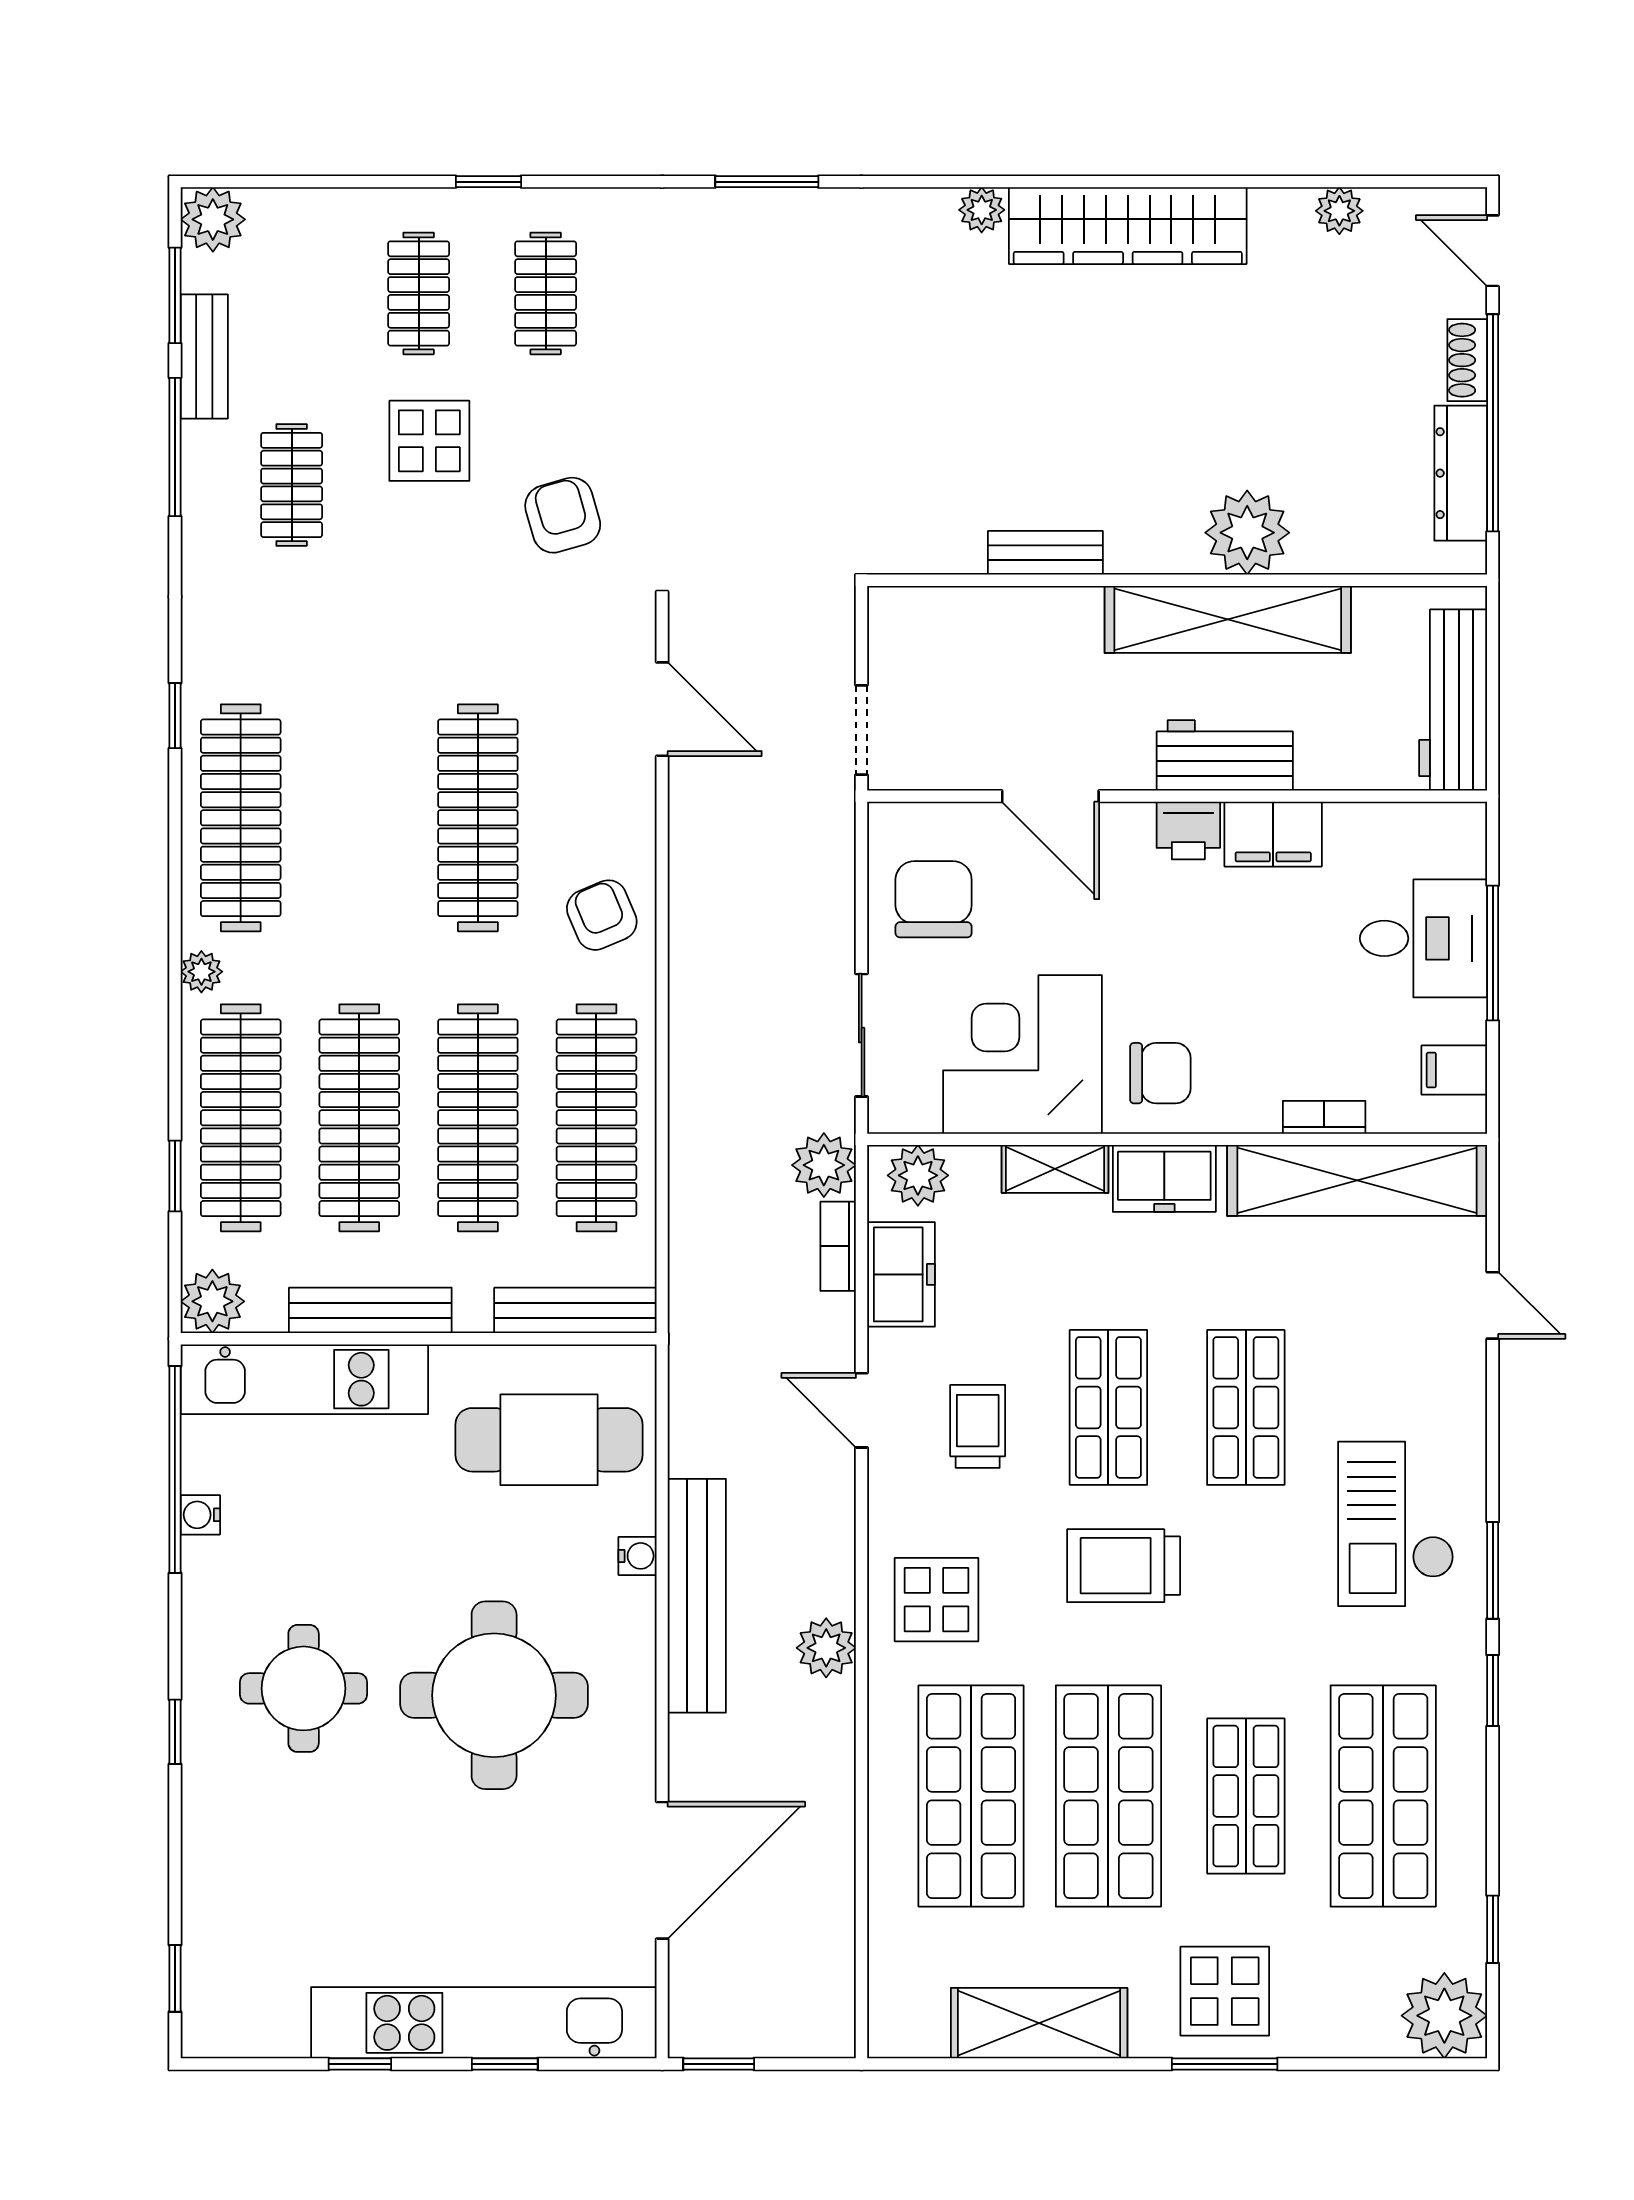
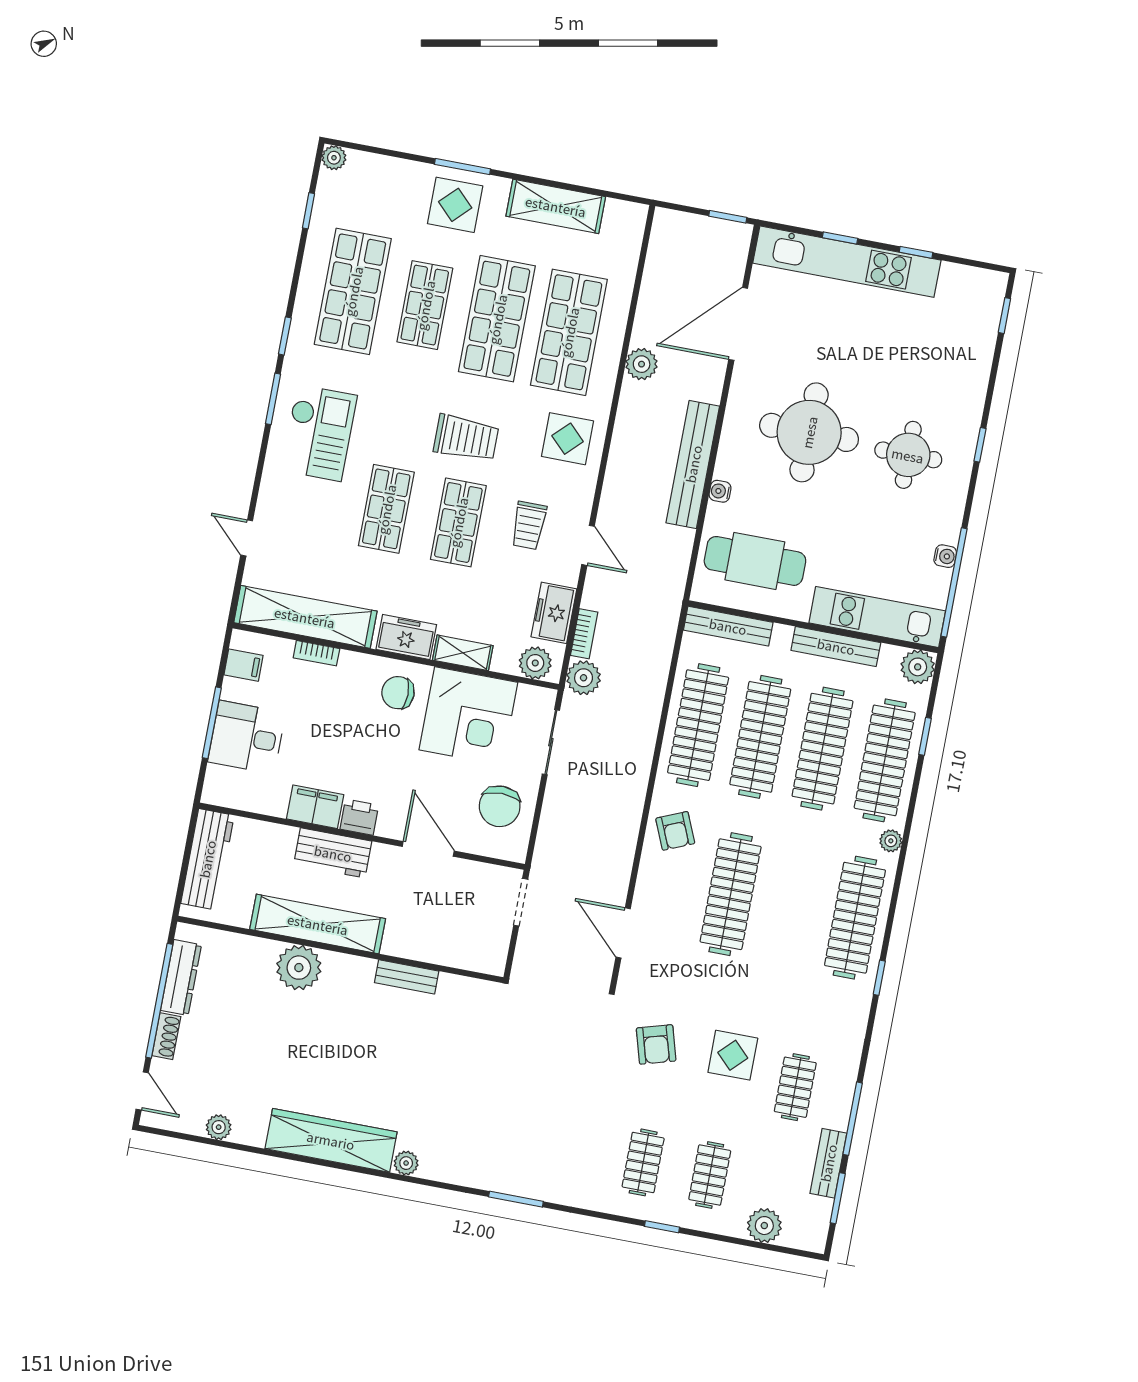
plant: (213, 219) -> (764, 1226), moved
display table: (429, 441) -> (733, 1055), moved
plant: (826, 1648) -> (642, 364), moved
plant: (1444, 2016) -> (334, 158), width x0.53, depth x0.53

